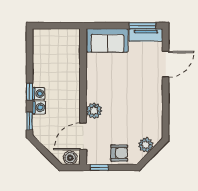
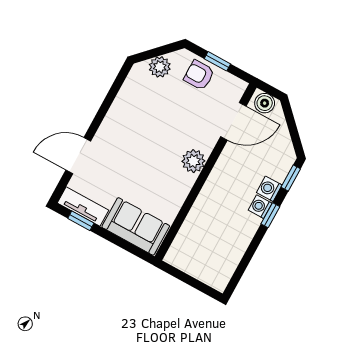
window: (142, 26) -> (81, 221), width x0.67
plant: (94, 111) -> (193, 161), moved
window: (99, 167) -> (217, 61), moved

